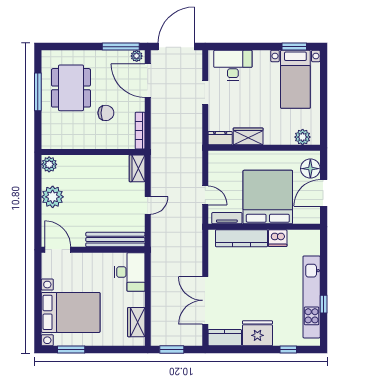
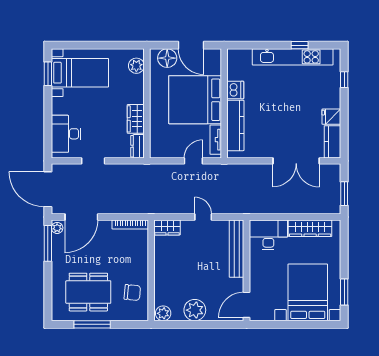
chair: (106, 113) -> (132, 292), moved, turned 95
wardrobe: (136, 322) -> (310, 228), width x1.50
fridge: (257, 333) -> (331, 117), width x0.53, depth x0.75

